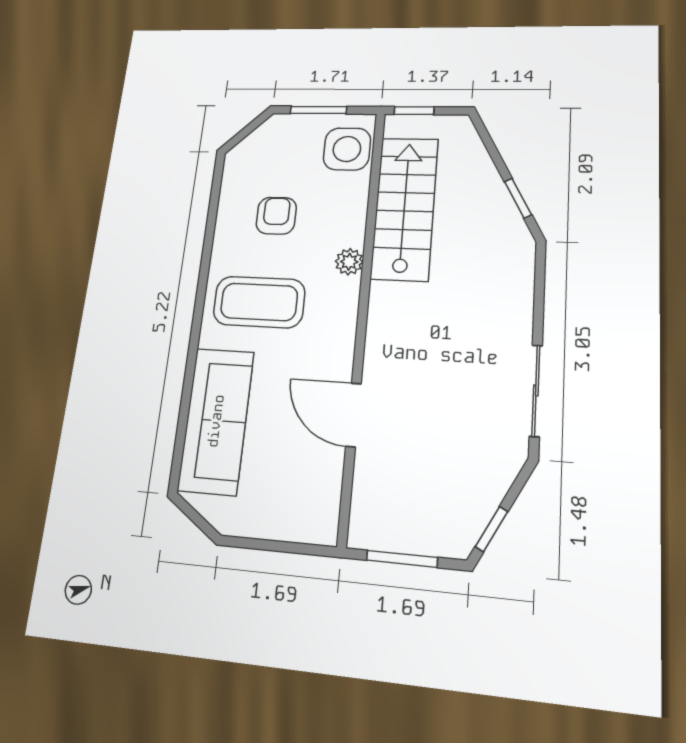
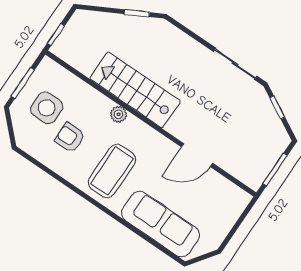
side table: (347, 149) -> (47, 108), moved
stairs: (405, 208) -> (135, 90), moved
window: (492, 529) -> (277, 107), moved

